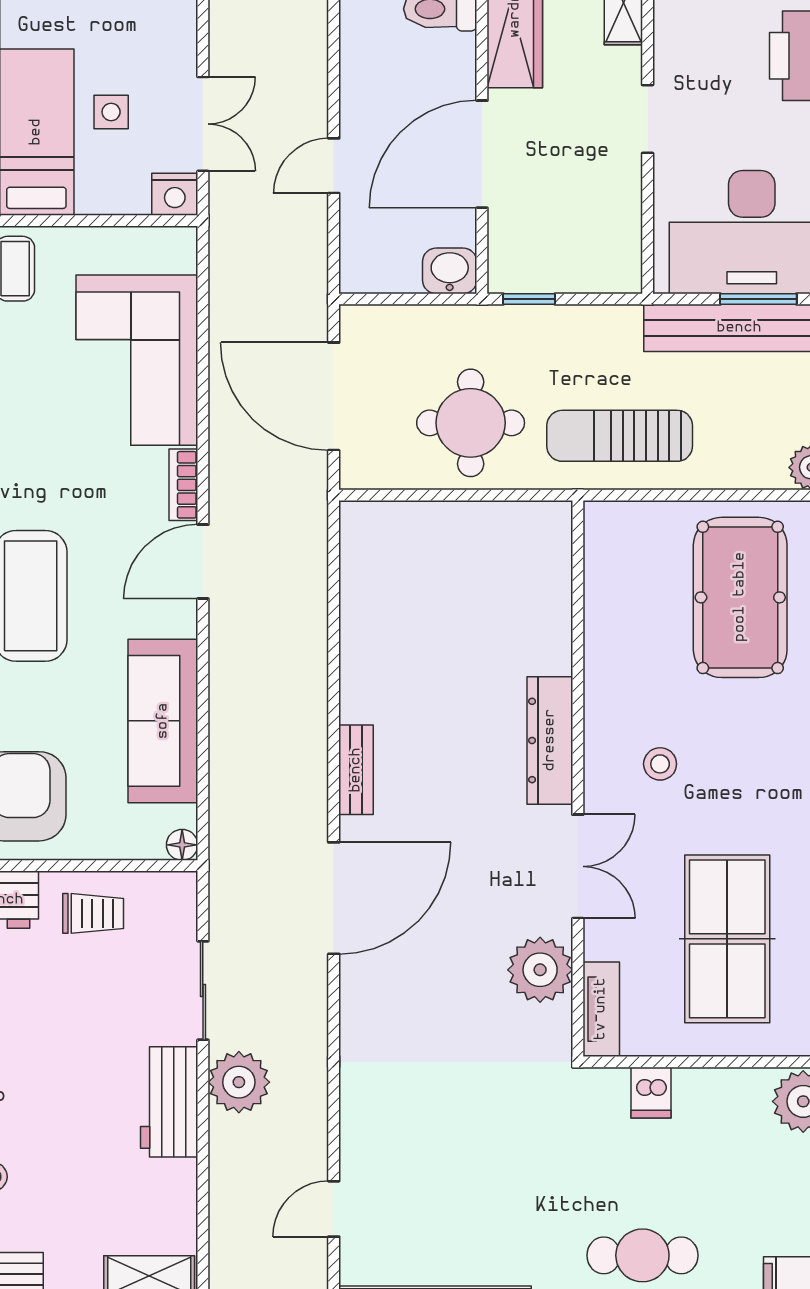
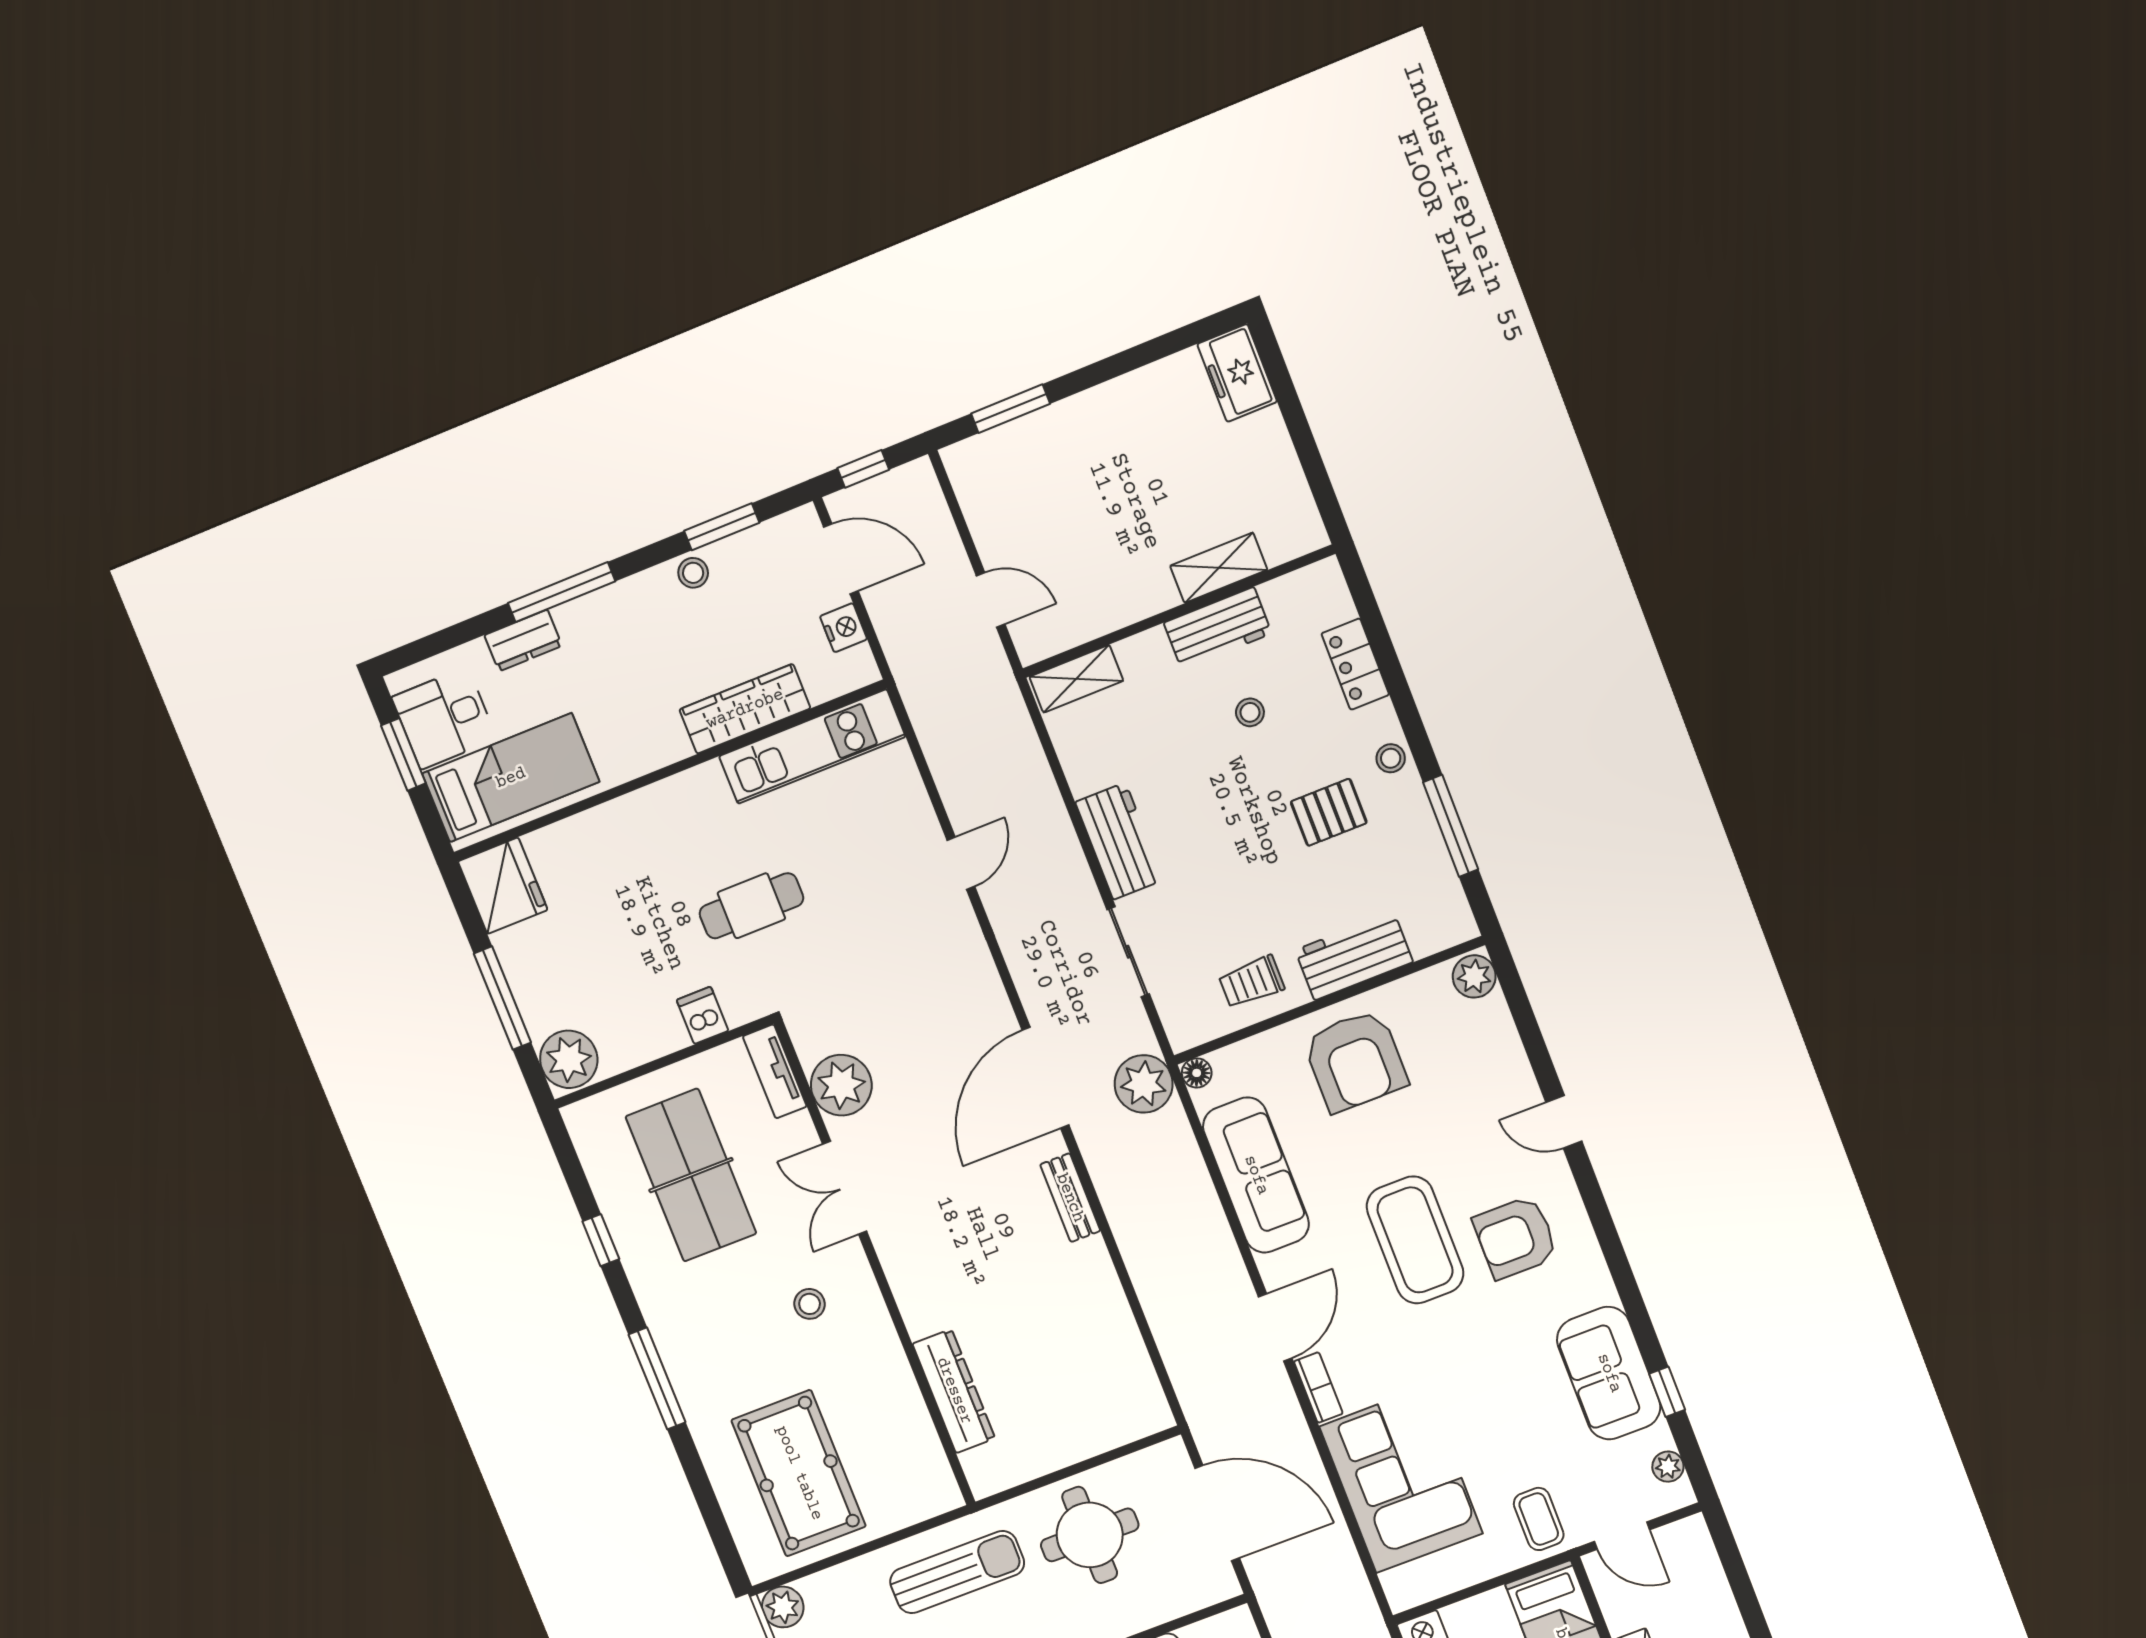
dresser: (550, 740) -> (954, 1391), moved
plant: (239, 1082) -> (1144, 1084), moved
door: (334, 1209) -> (961, 863), moved
cafe table: (642, 1255) -> (751, 906), moved

